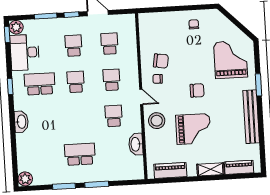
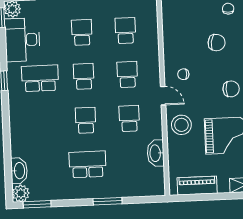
chair: (161, 61) -> (217, 43), moved
school desk: (78, 118) -> (86, 120), added
washbasin: (21, 122) -> (19, 171), moved
window: (64, 186) -> (37, 204), moved

